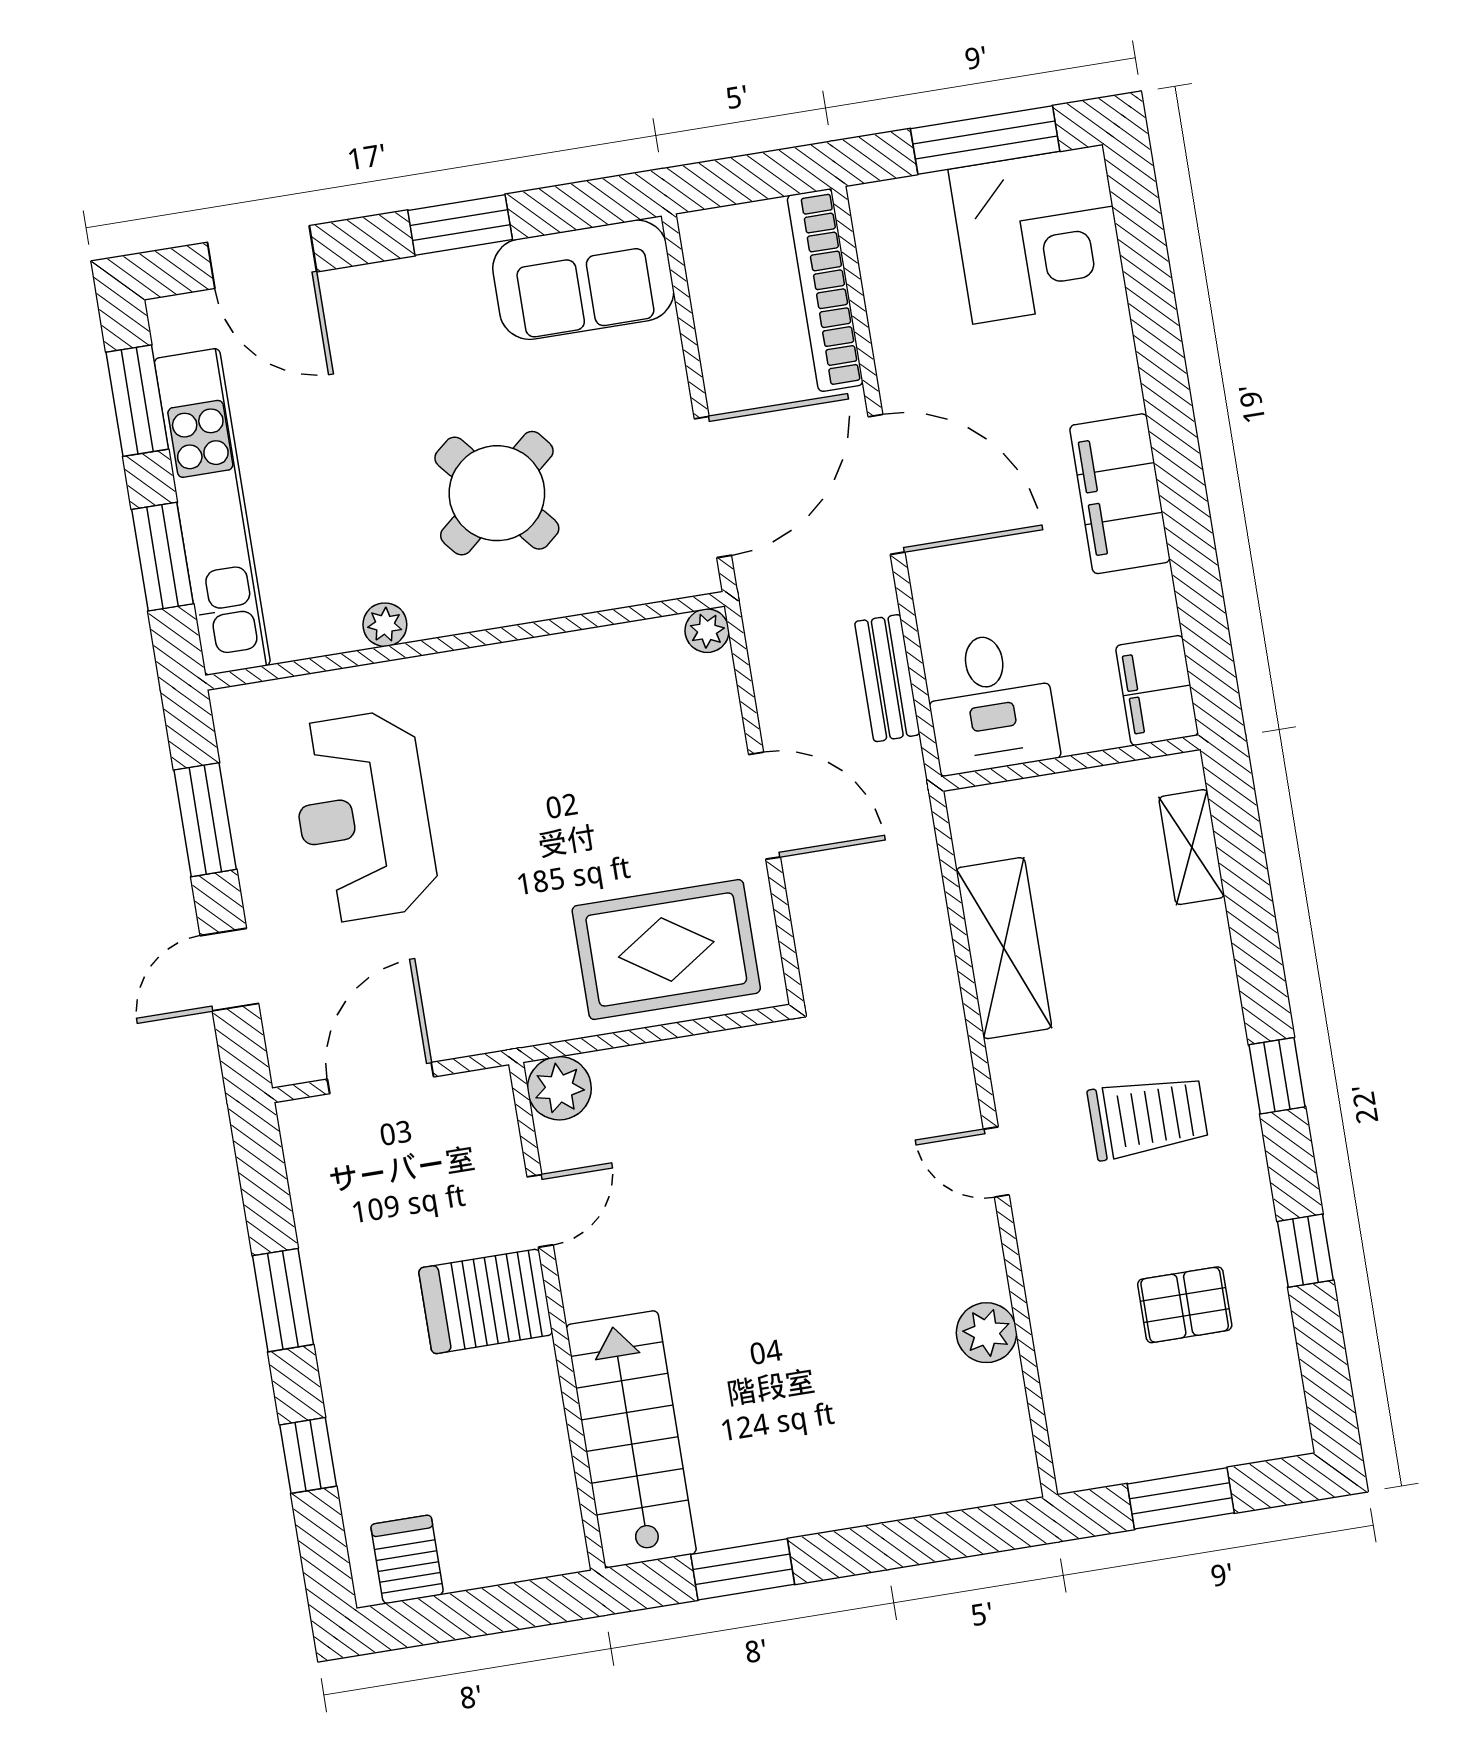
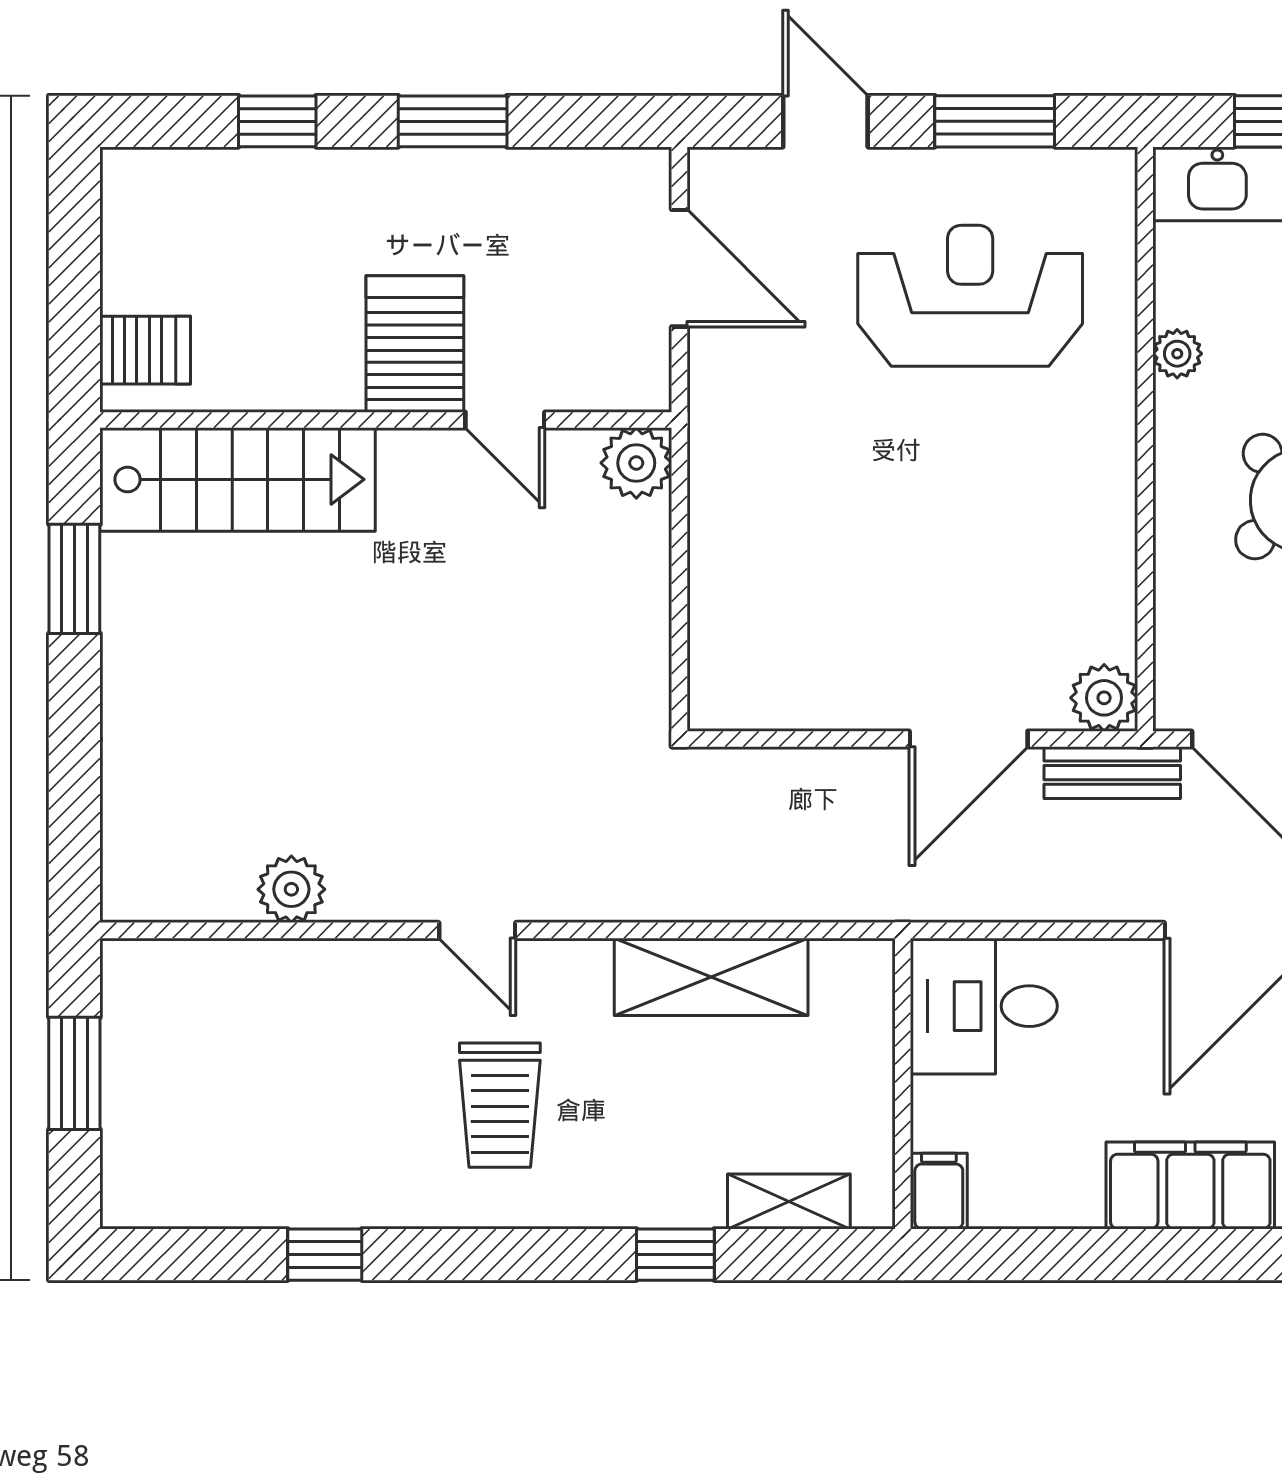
plant: (707, 631) -> (1104, 698), width x1.38, depth x1.38
bench: (887, 678) -> (1112, 773), moved
filing cabinet: (1157, 690) -> (939, 1191), width x0.50
door: (765, 806) -> (969, 739), moved
rug: (666, 949) -> (770, 605), removed
window: (1277, 1076) -> (675, 1255), moved
door: (996, 1162) -> (477, 930), swing flipped
pallet: (1185, 1305) -> (287, 1112), removed
server rack: (407, 1559) -> (145, 350), moved

